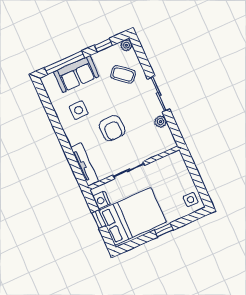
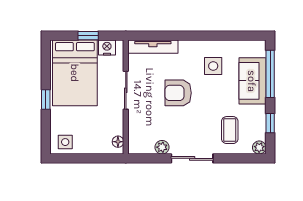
coffee table: (123, 74) -> (230, 130), turned -39
floor lamp: (172, 158) -> (118, 142), added

